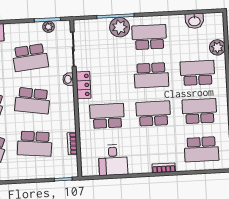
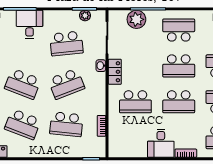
plant: (120, 27) -> (136, 19), moved
school desk: (32, 101) -> (66, 84), turned -30
school desk: (153, 113) -> (179, 102), turned 180
school desk: (107, 116) -> (135, 102), turned 180
desk: (113, 160) -> (161, 143), moved

